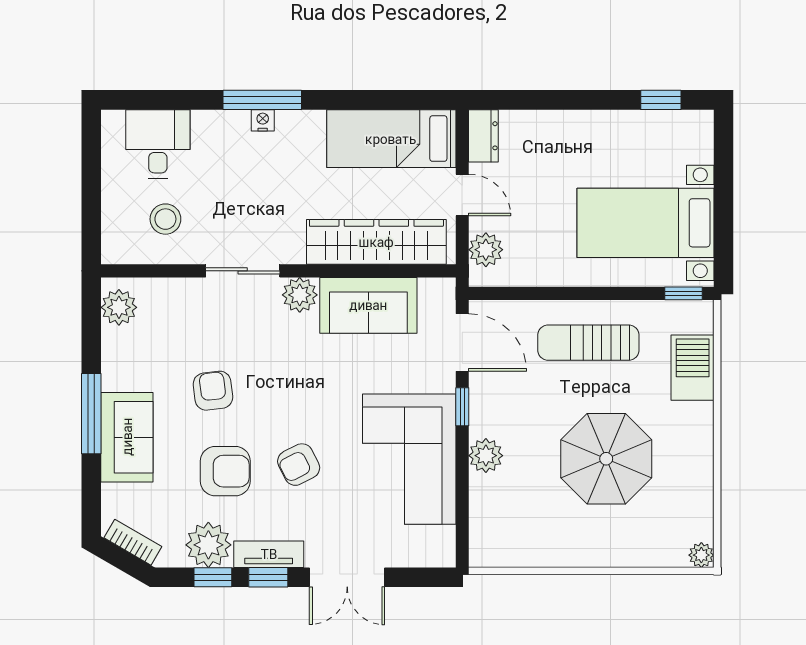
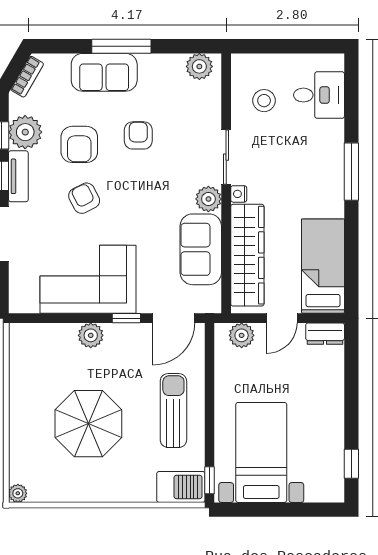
nightstand: (263, 120) -> (239, 194), moved, turned 180
barbecue: (693, 368) -> (181, 487), moved
armchair: (213, 391) -> (138, 135), turned -83

